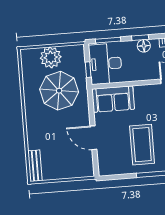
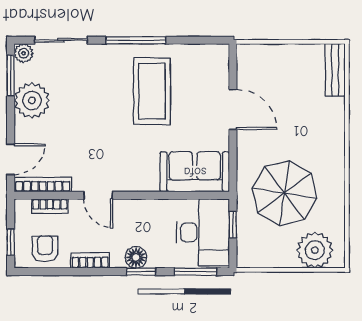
plant: (51, 57) -> (315, 250), moved

